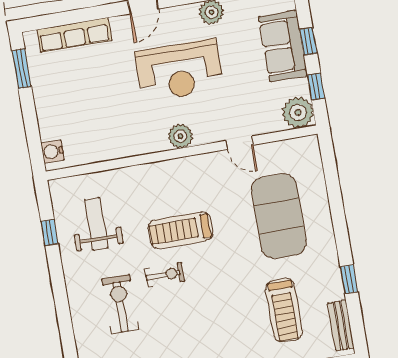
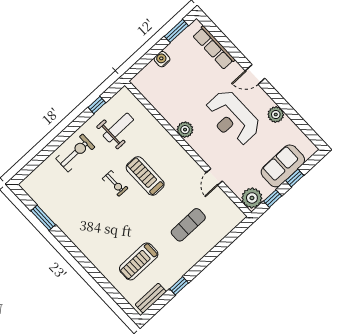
plant: (180, 136) -> (185, 130), moved
water cooler: (53, 151) -> (162, 59), moved
exercise mat: (279, 216) -> (188, 225), width x0.50, depth x0.69
exercise bike: (120, 304) -> (75, 153), moved

